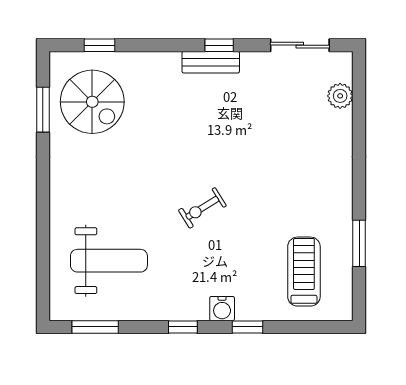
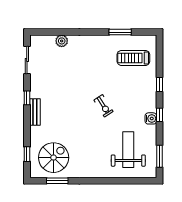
bench: (211, 62) -> (35, 112), moved
plant: (340, 96) -> (62, 41), moved
water cooler: (222, 309) -> (151, 118), moved

